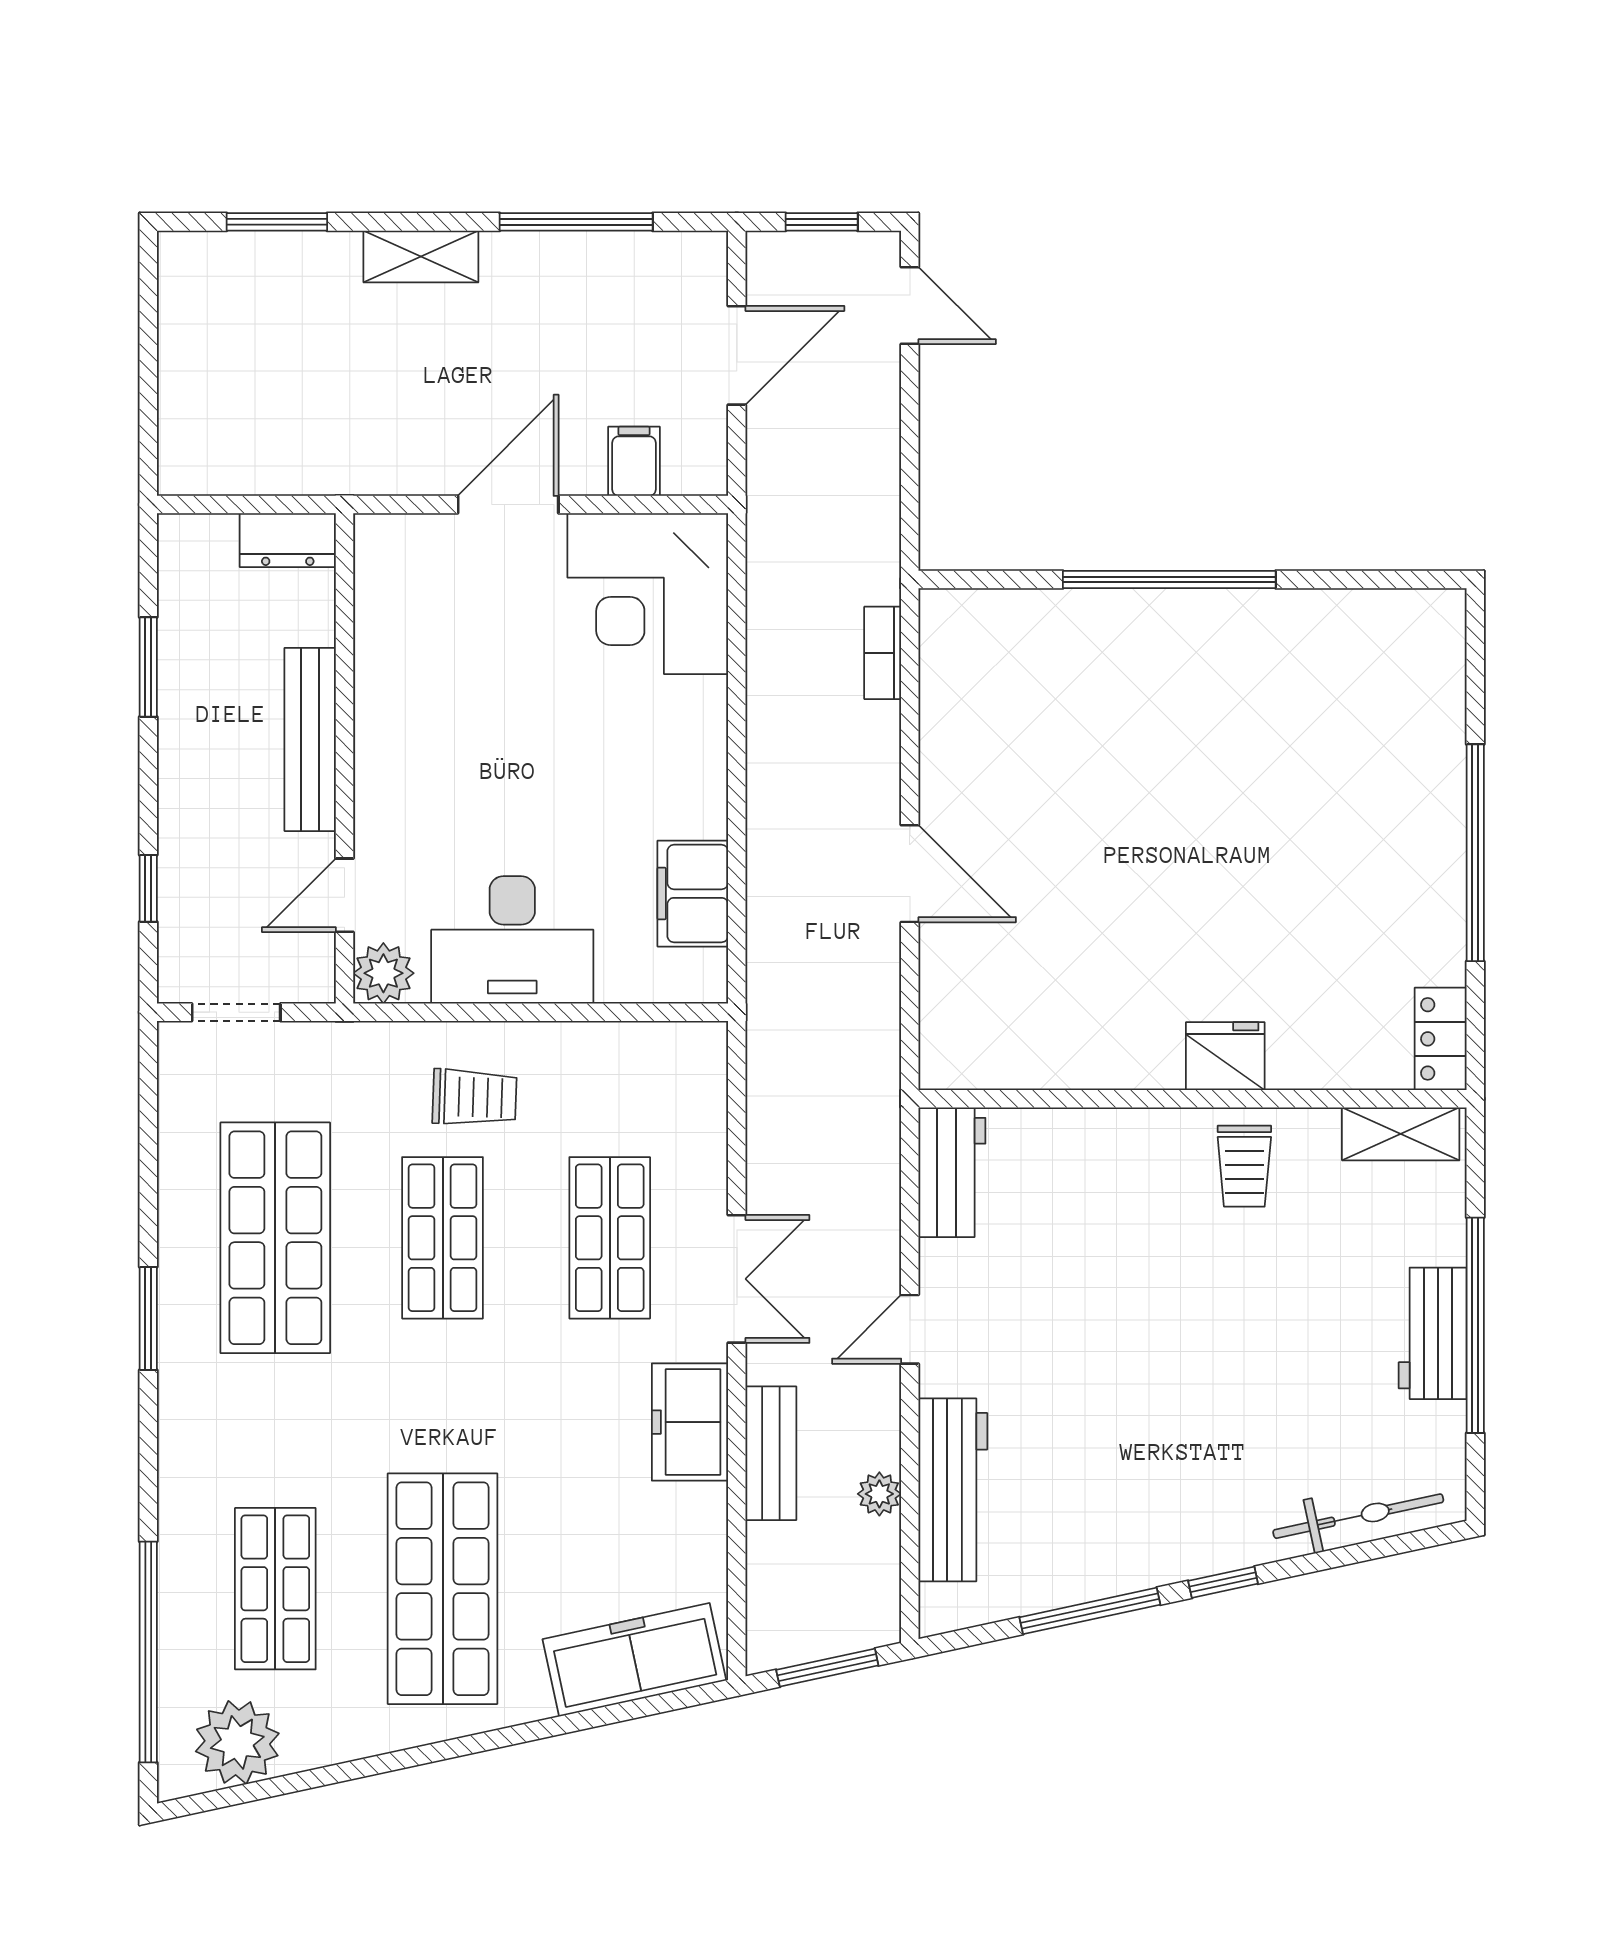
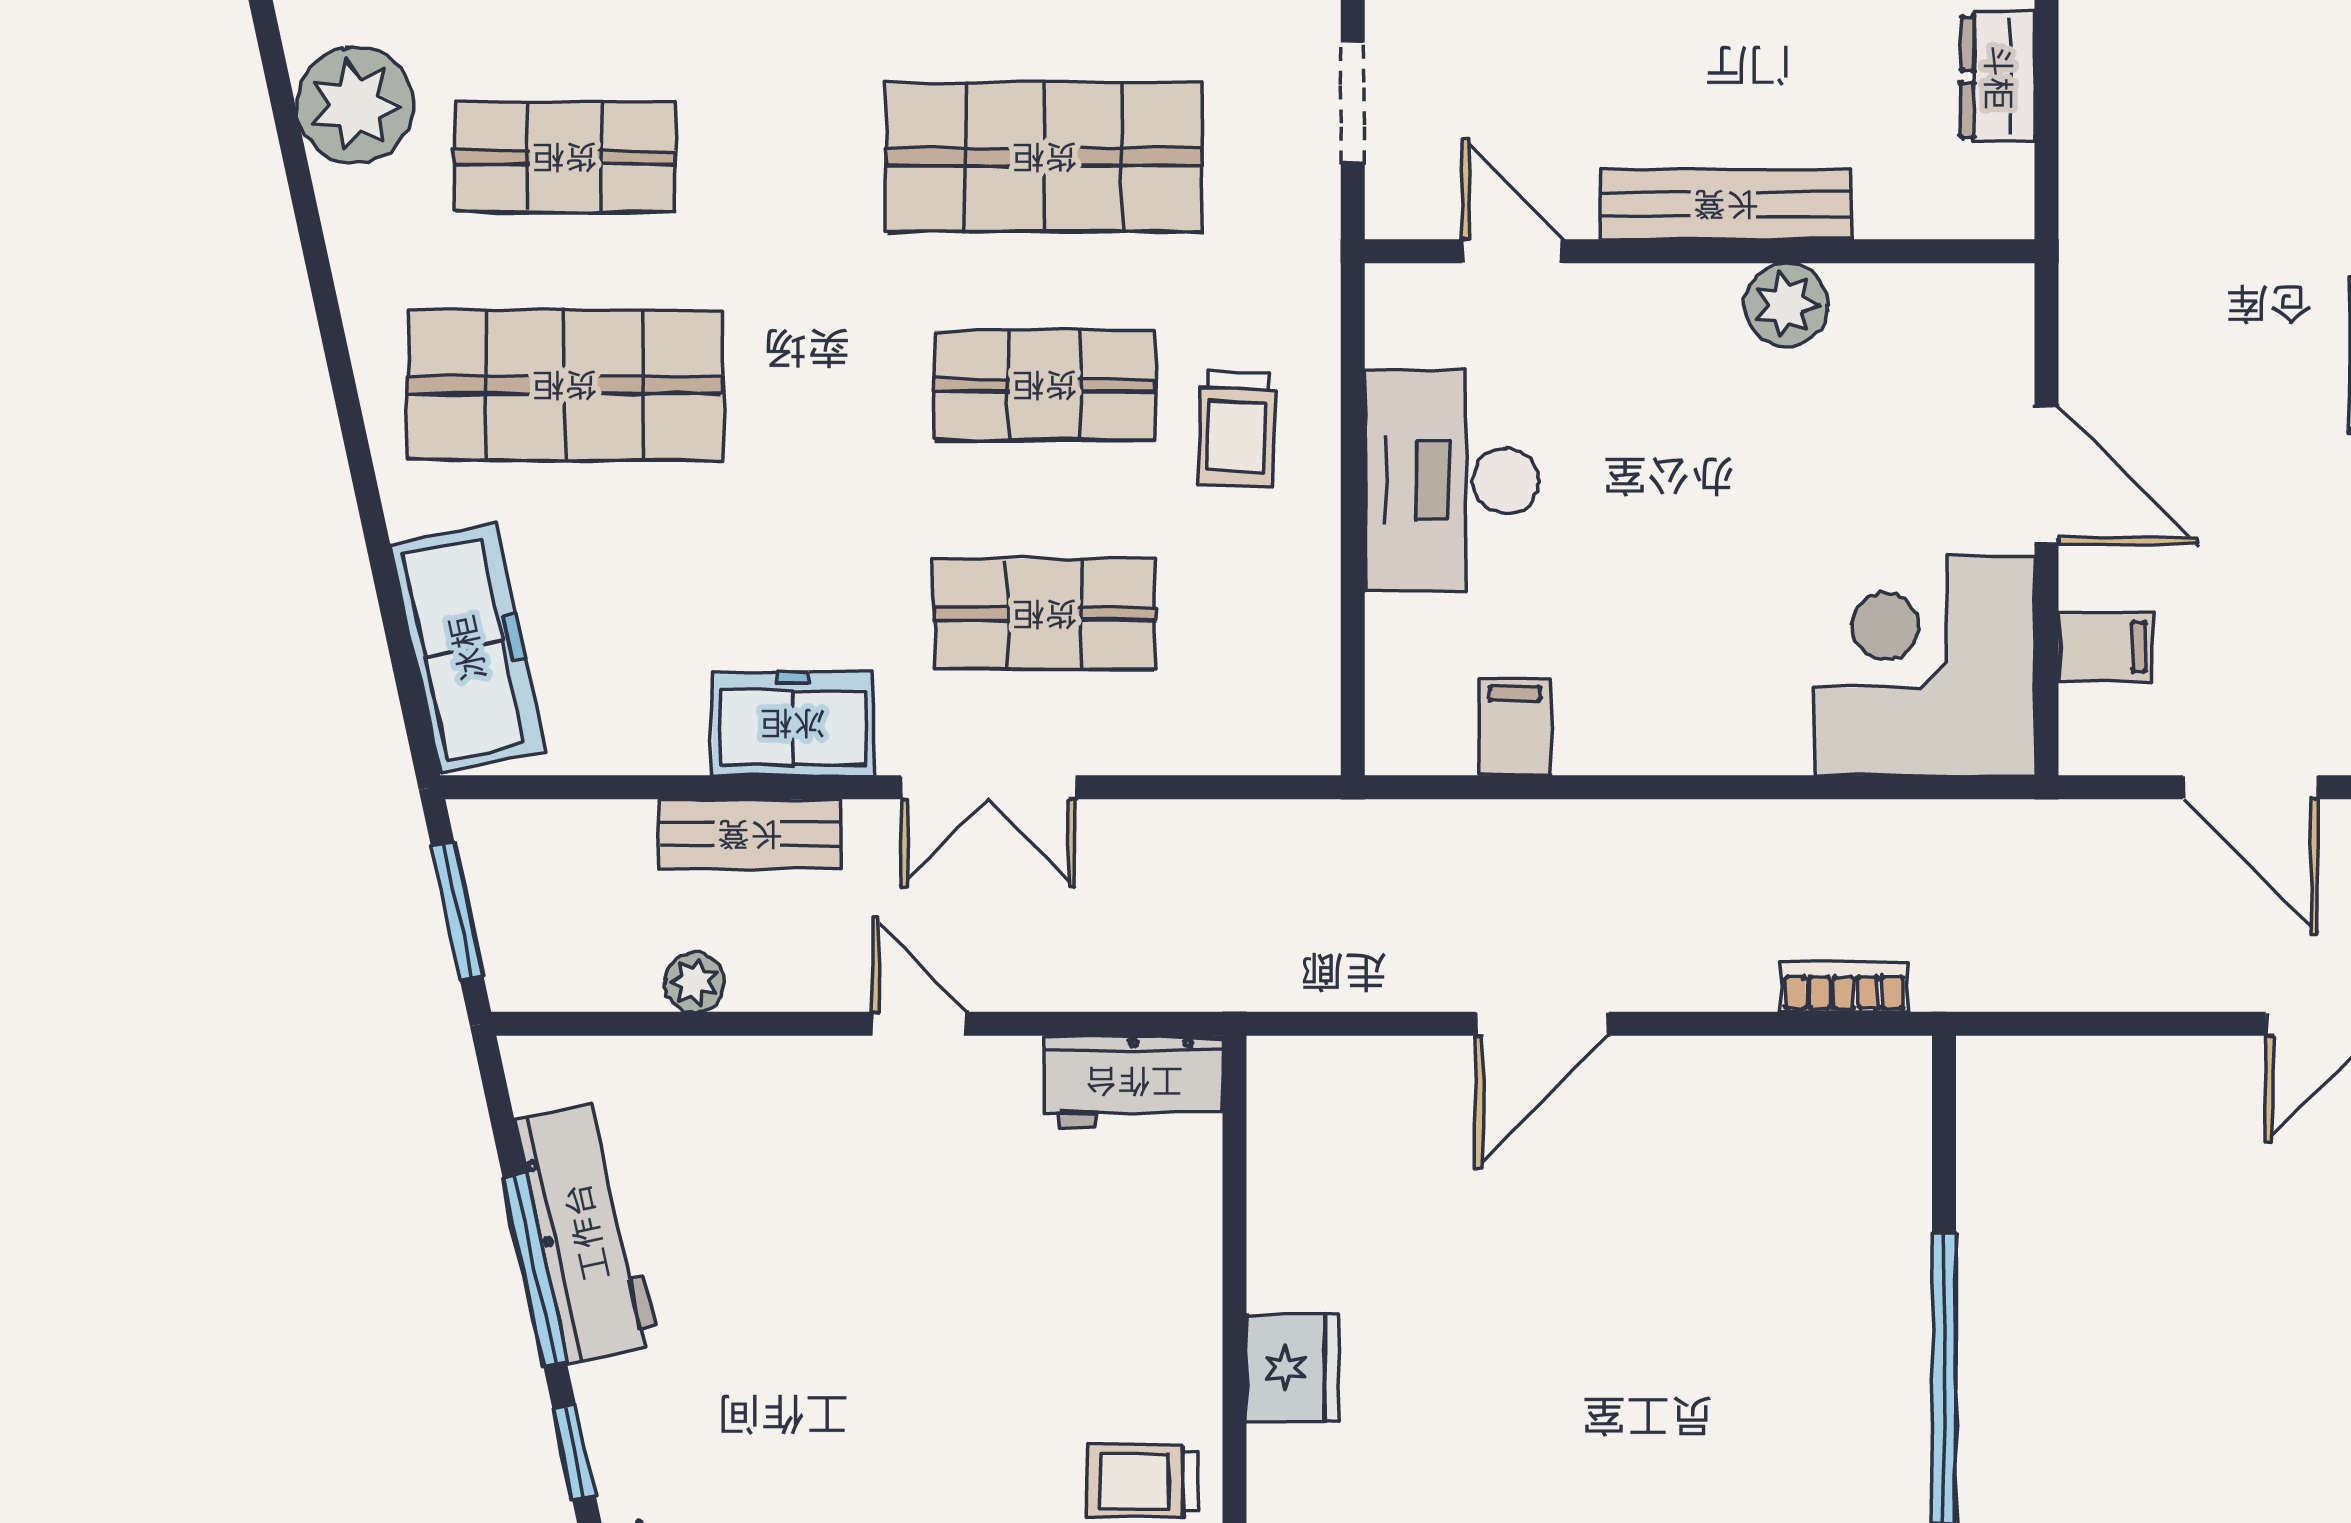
dresser: (288, 540) -> (1998, 77), moved
filing cabinet: (693, 894) -> (1515, 727), width x0.50
plant: (383, 973) -> (1786, 305), moved
fridge: (1225, 1056) -> (1293, 1368), moved
workbench: (953, 1490) -> (587, 1232), moved, turned -102

